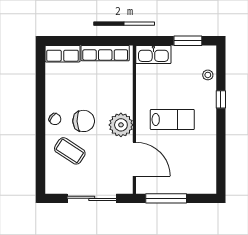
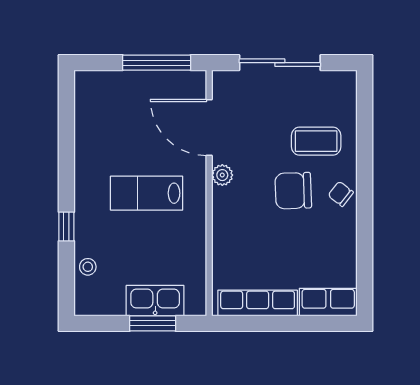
window: (188, 41) -> (153, 323), moved
kitchen sink: (153, 55) -> (155, 301), moved
plant: (121, 125) -> (222, 175), width x0.53, depth x0.53
coffee table: (70, 151) -> (316, 141), turned -33

